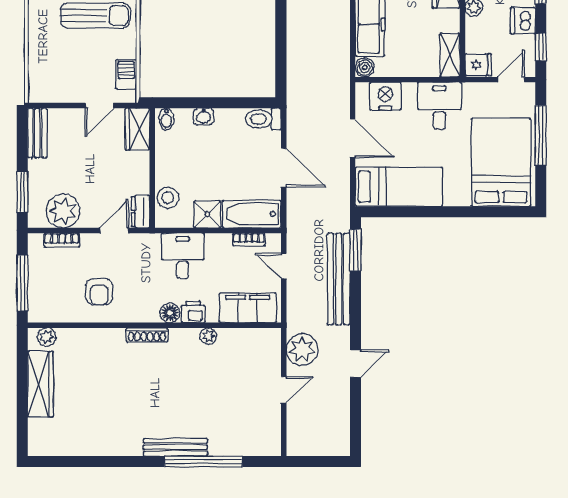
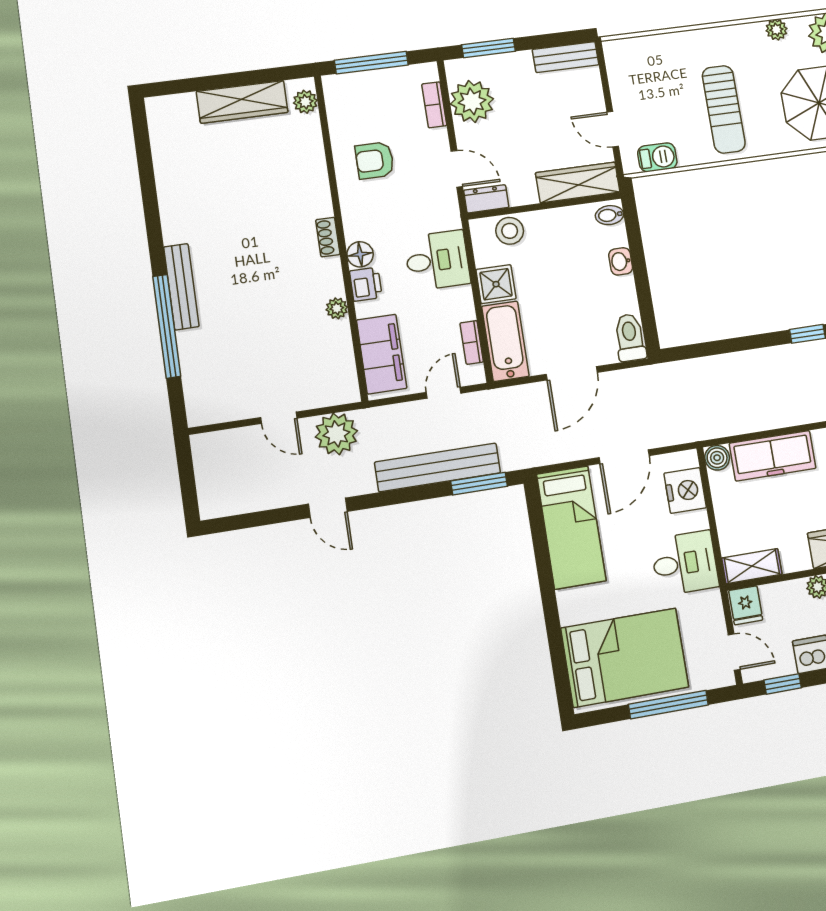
wardrobe: (138, 129) -> (578, 182), width x1.50
shoe rack: (147, 335) -> (328, 237), width x0.70

